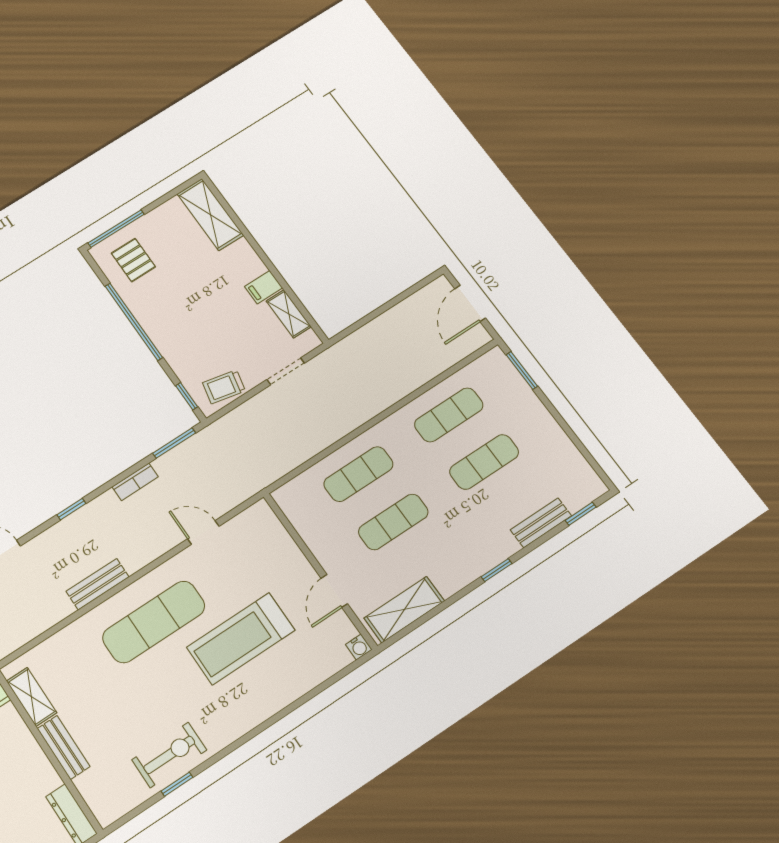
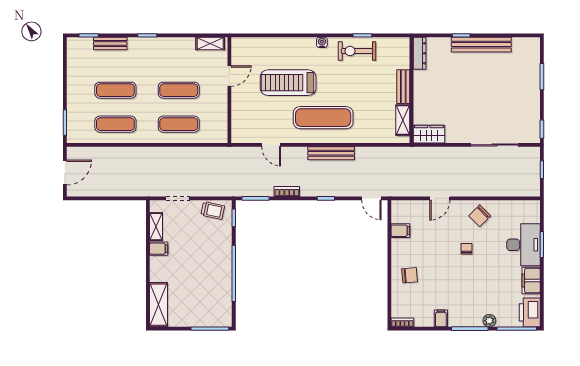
pallet: (133, 260) -> (212, 306), removed
bench: (98, 584) -> (331, 153), width x1.36
shelving: (404, 610) -> (210, 44), width x0.67, depth x0.75
treadmill: (241, 639) -> (288, 83), turned 180
water cooler: (359, 647) -> (322, 42), moved

